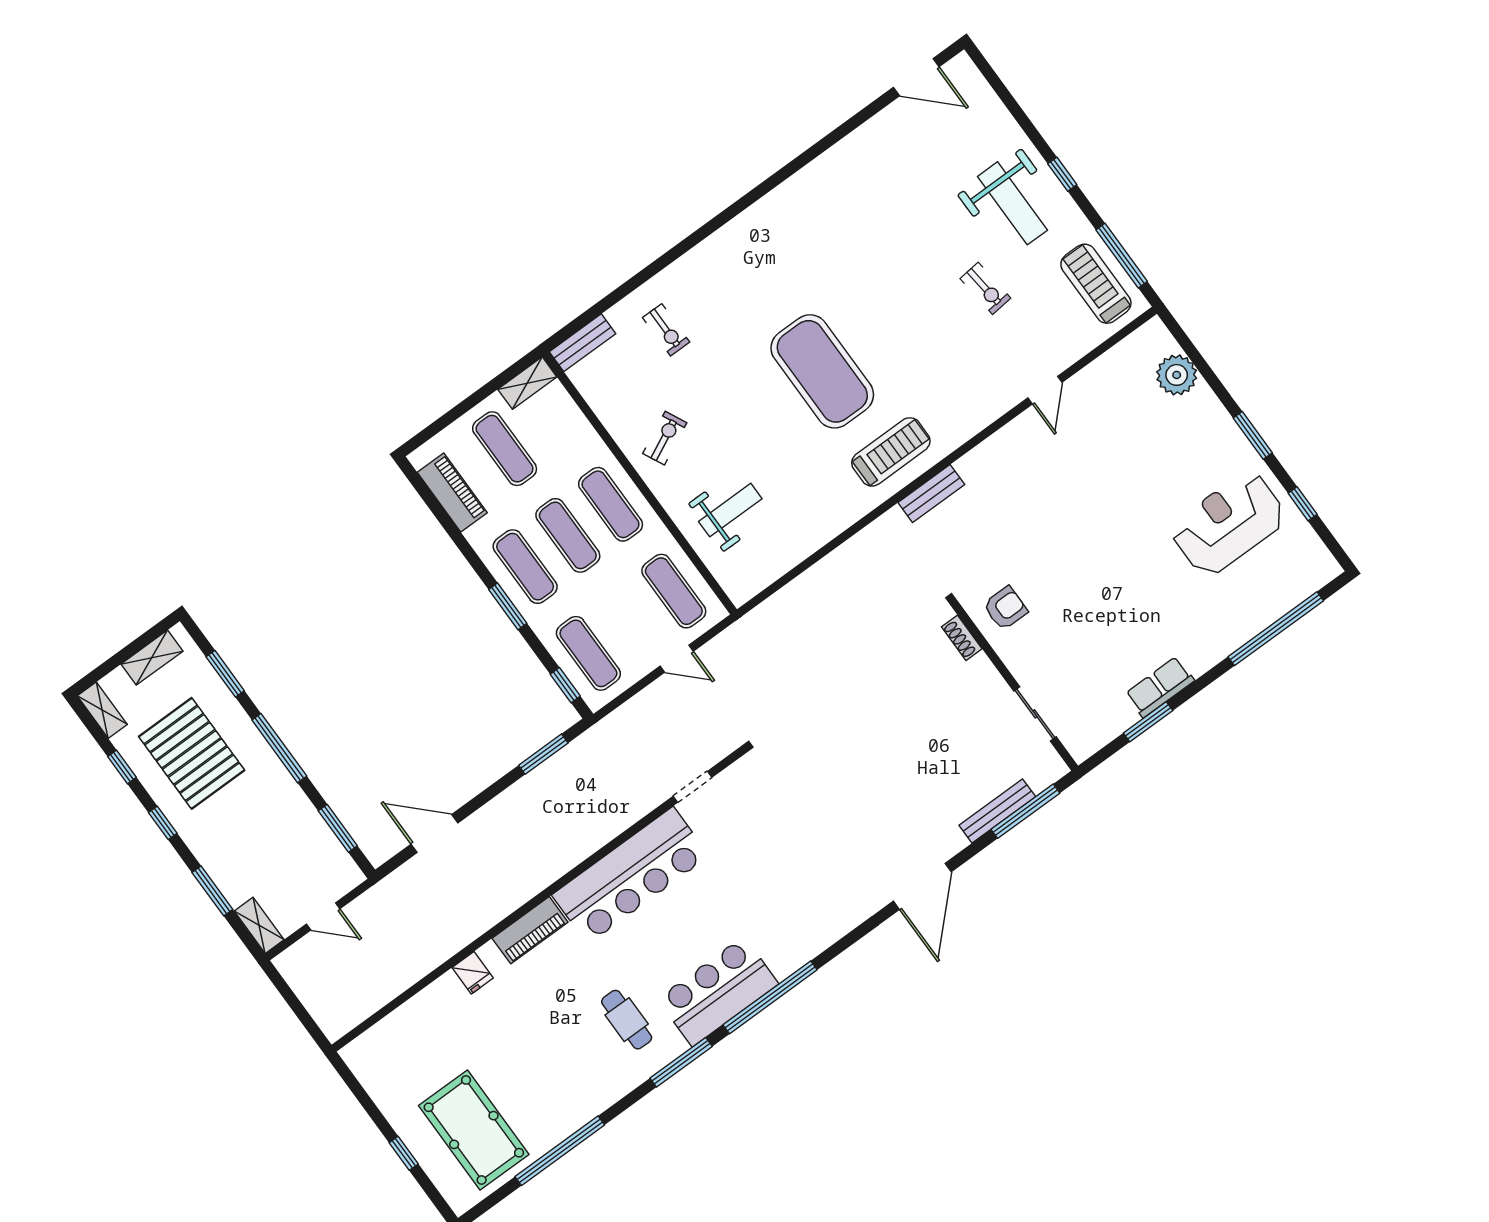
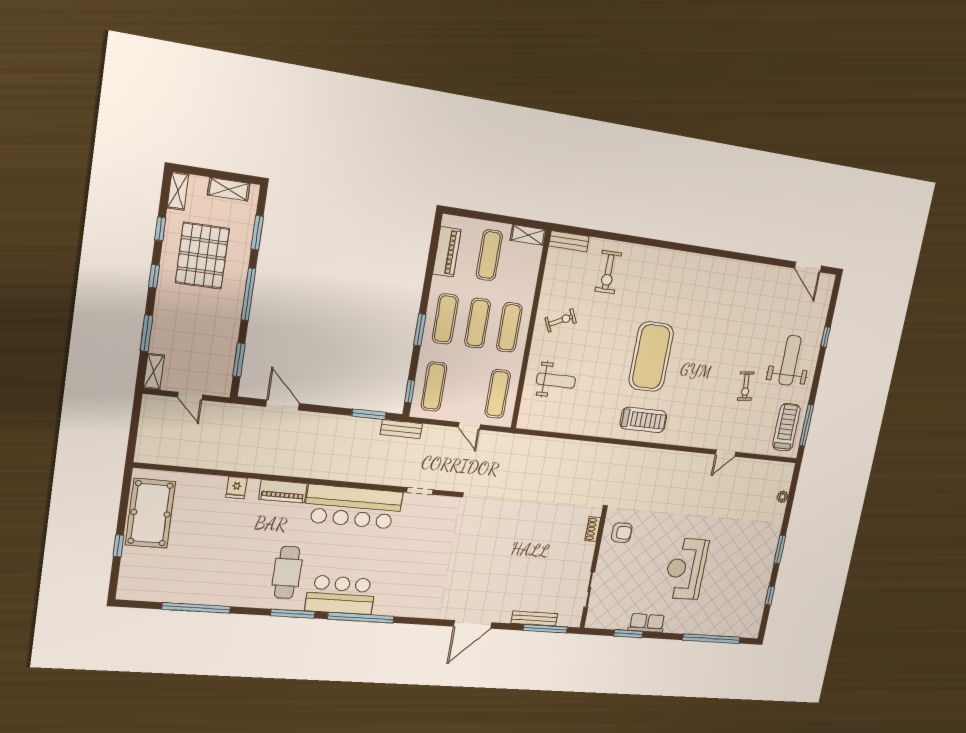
window: (1062, 174) -> (825, 337), moved
weight bench: (1012, 203) -> (790, 360), turned 180
exercise bike: (666, 330) -> (608, 272), width x1.38, depth x1.39
plant: (1177, 375) -> (783, 497), width x0.53, depth x0.53
bench: (931, 493) -> (401, 429), moved
reception desk: (1228, 524) -> (686, 569), moved, turned -90
cafe table: (627, 1020) -> (287, 572), width x1.37, depth x1.35
pool table: (474, 1130) -> (150, 513), moved

